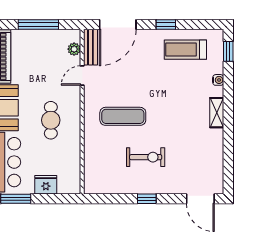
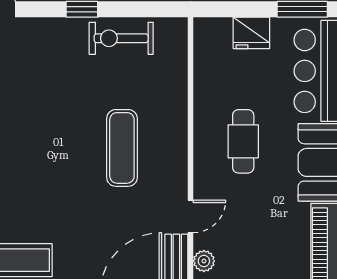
exercise mat: (123, 116) -> (122, 148), turned 90
exercise bike: (146, 157) -> (121, 38), moved

